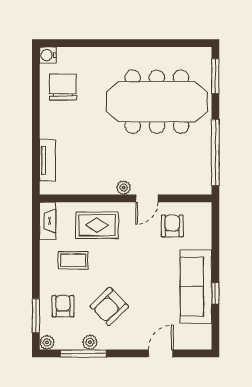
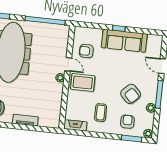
tv unit: (48, 160) -> (25, 120), moved
rug: (97, 225) -> (83, 82), moved, turned 90
window: (215, 293) -> (119, 28), moved
armchair: (63, 306) -> (127, 122), turned 90
window: (83, 353) -> (159, 94), moved

